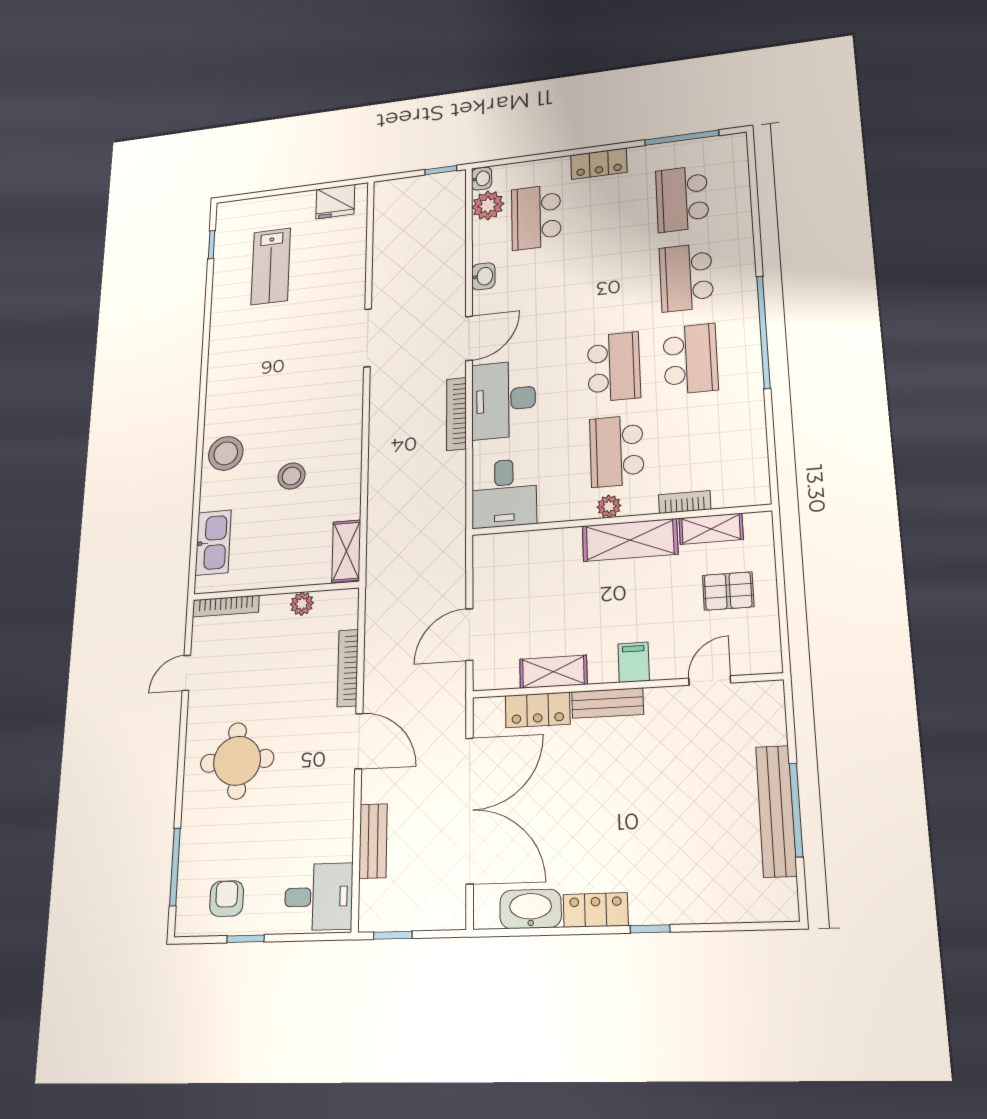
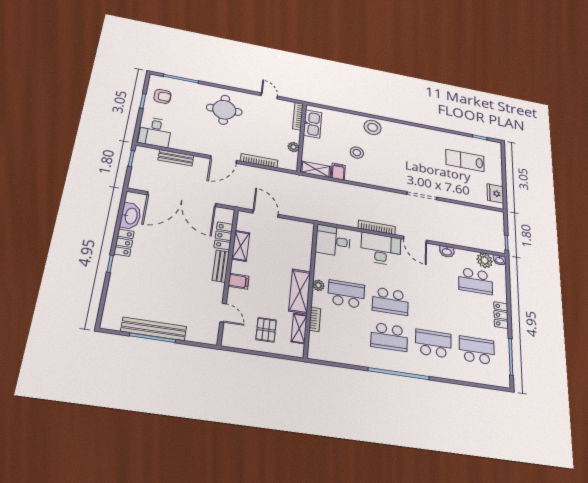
school desk: (536, 217) -> (475, 281), turned 180
filing cabinet: (343, 506) -> (338, 172), added
kitchen sink: (213, 543) -> (313, 124), moved, turned -90

